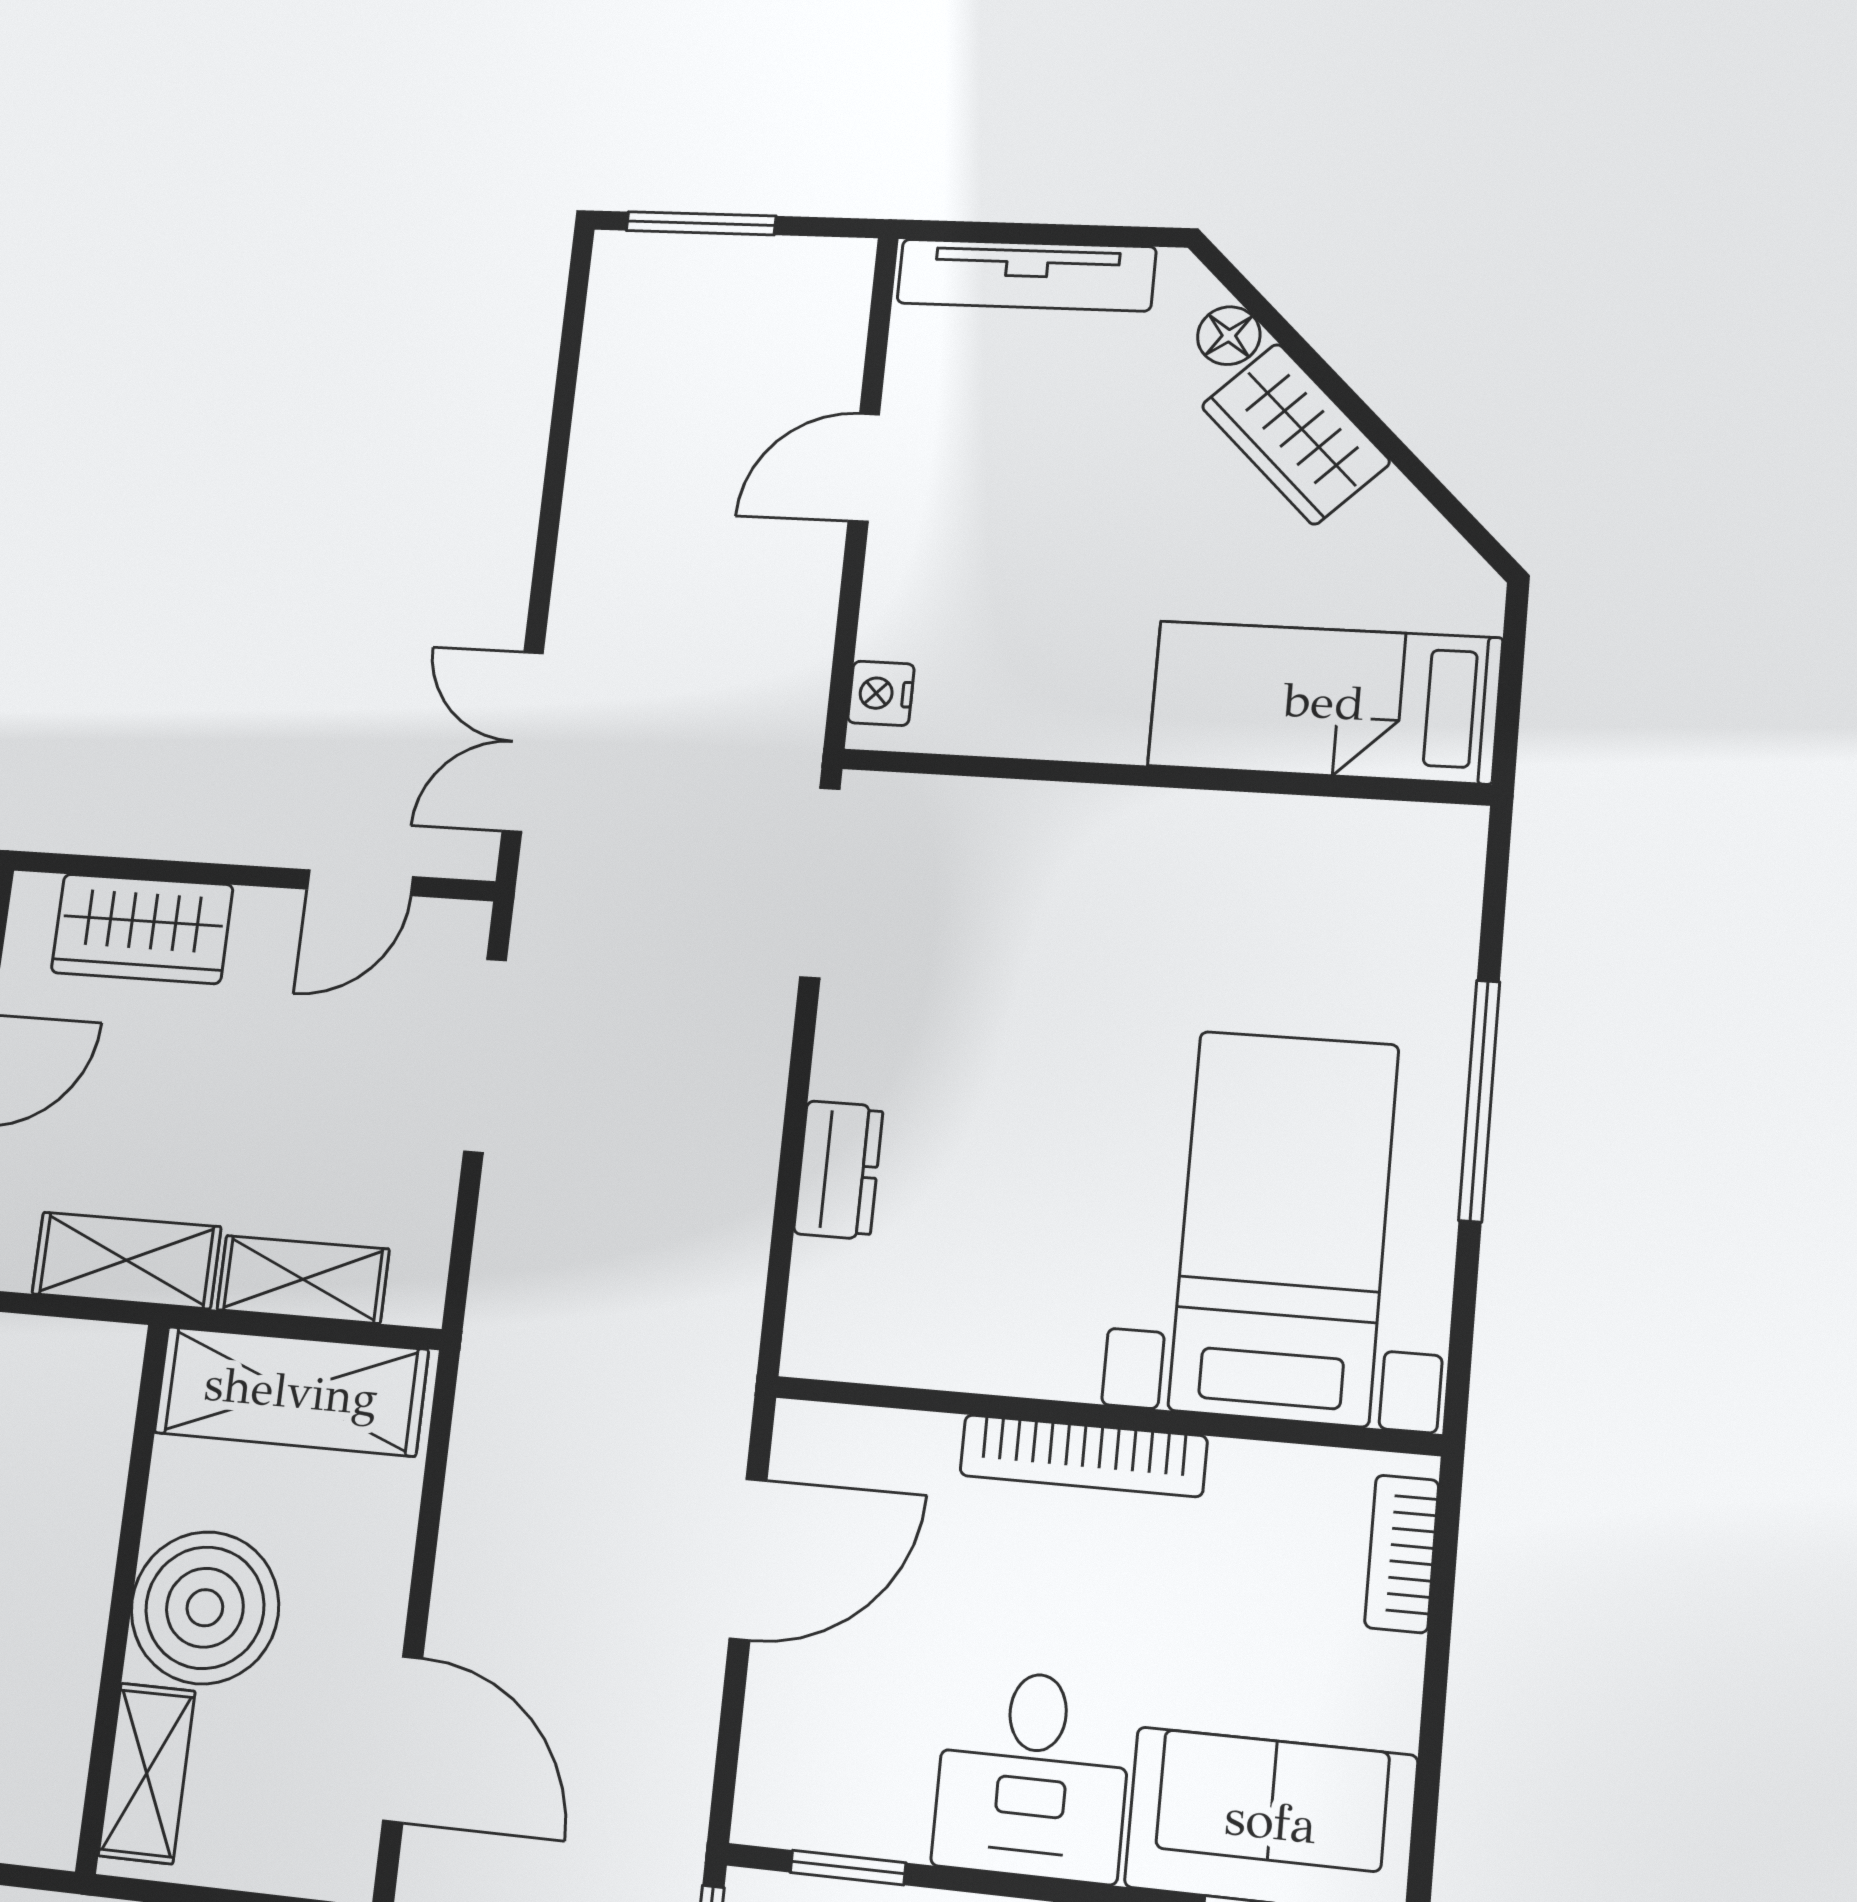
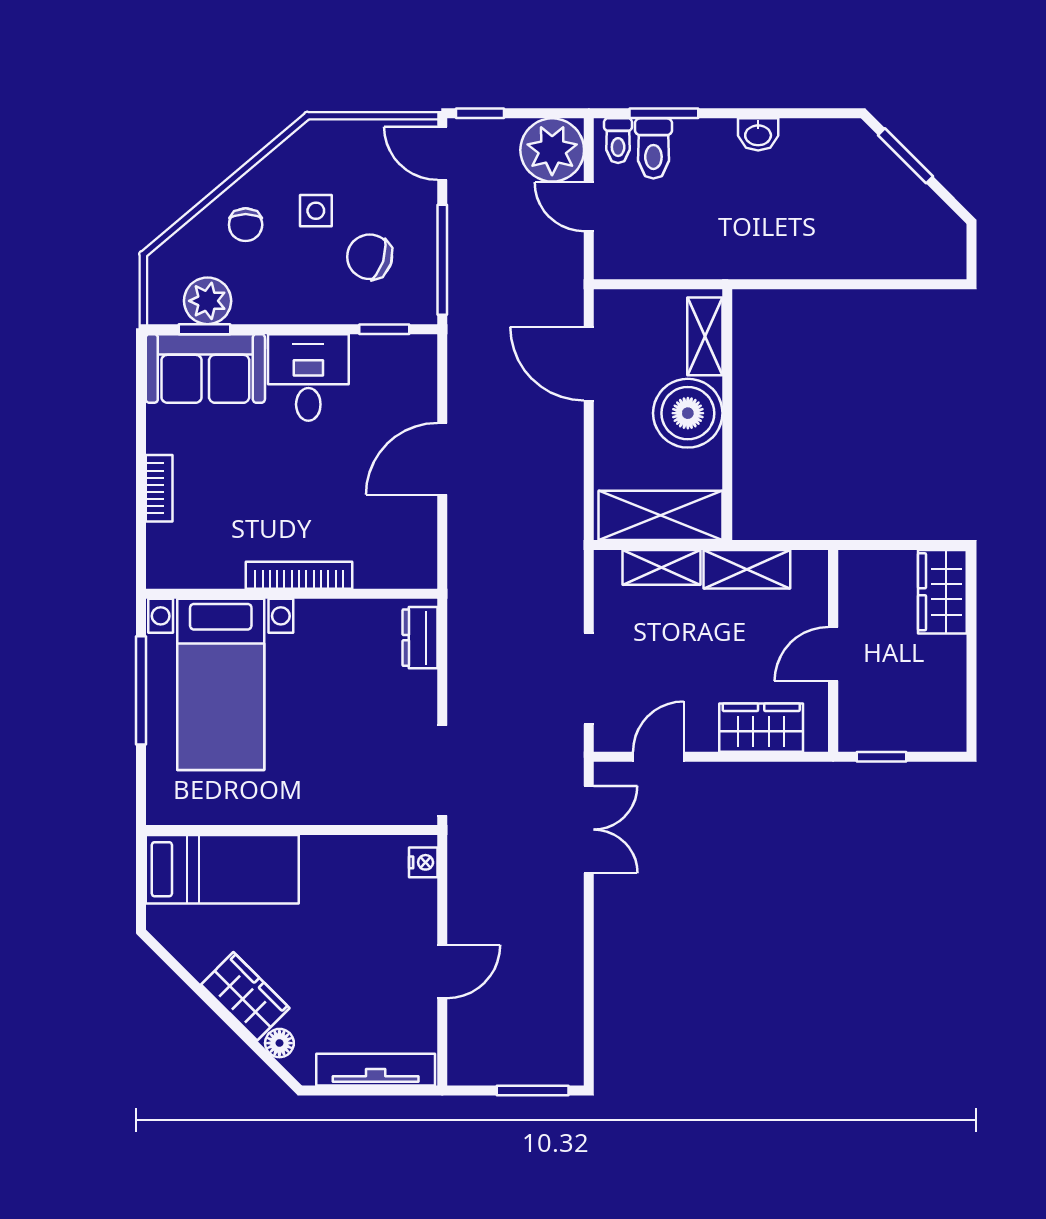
bed with nightstands: (1284, 1227) -> (221, 684), moved
wall: (1104, 1416) -> (292, 594), moved
bookcase: (1083, 1456) -> (299, 575), moved

